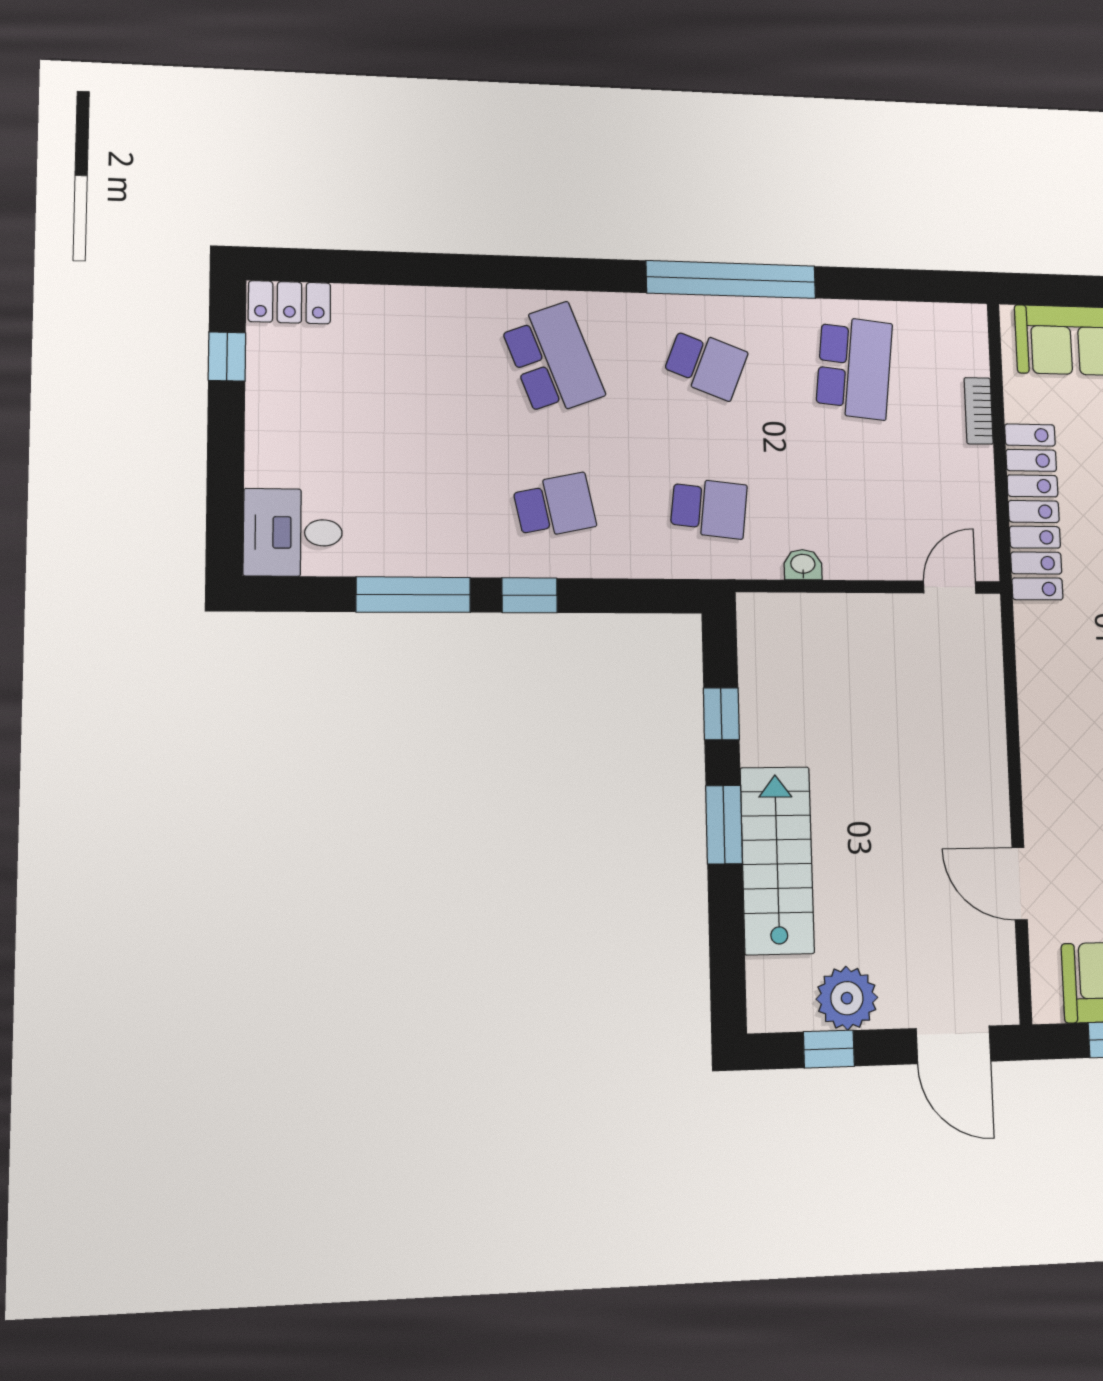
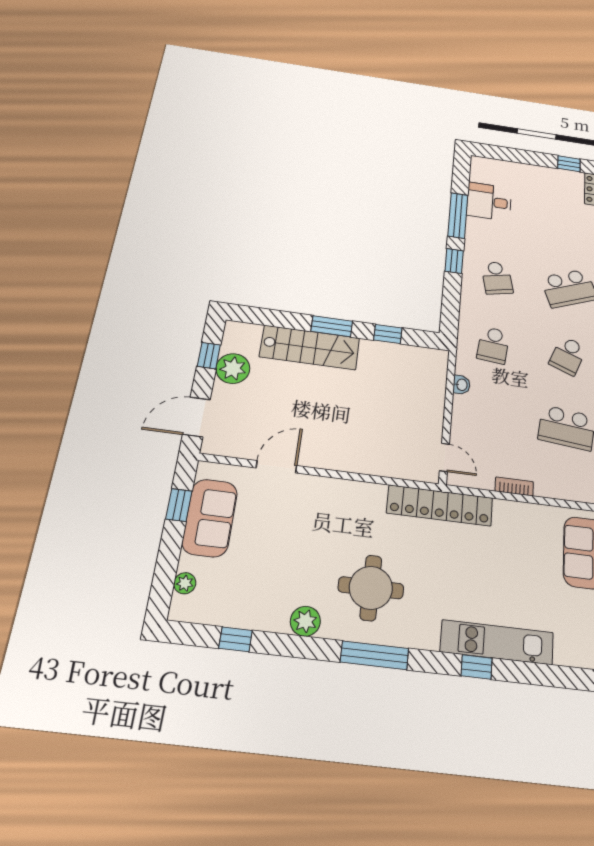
bookcase: (979, 411) -> (514, 486), moved
locker: (1034, 511) -> (440, 505), moved
desk: (293, 533) -> (489, 202), moved, turned -90

